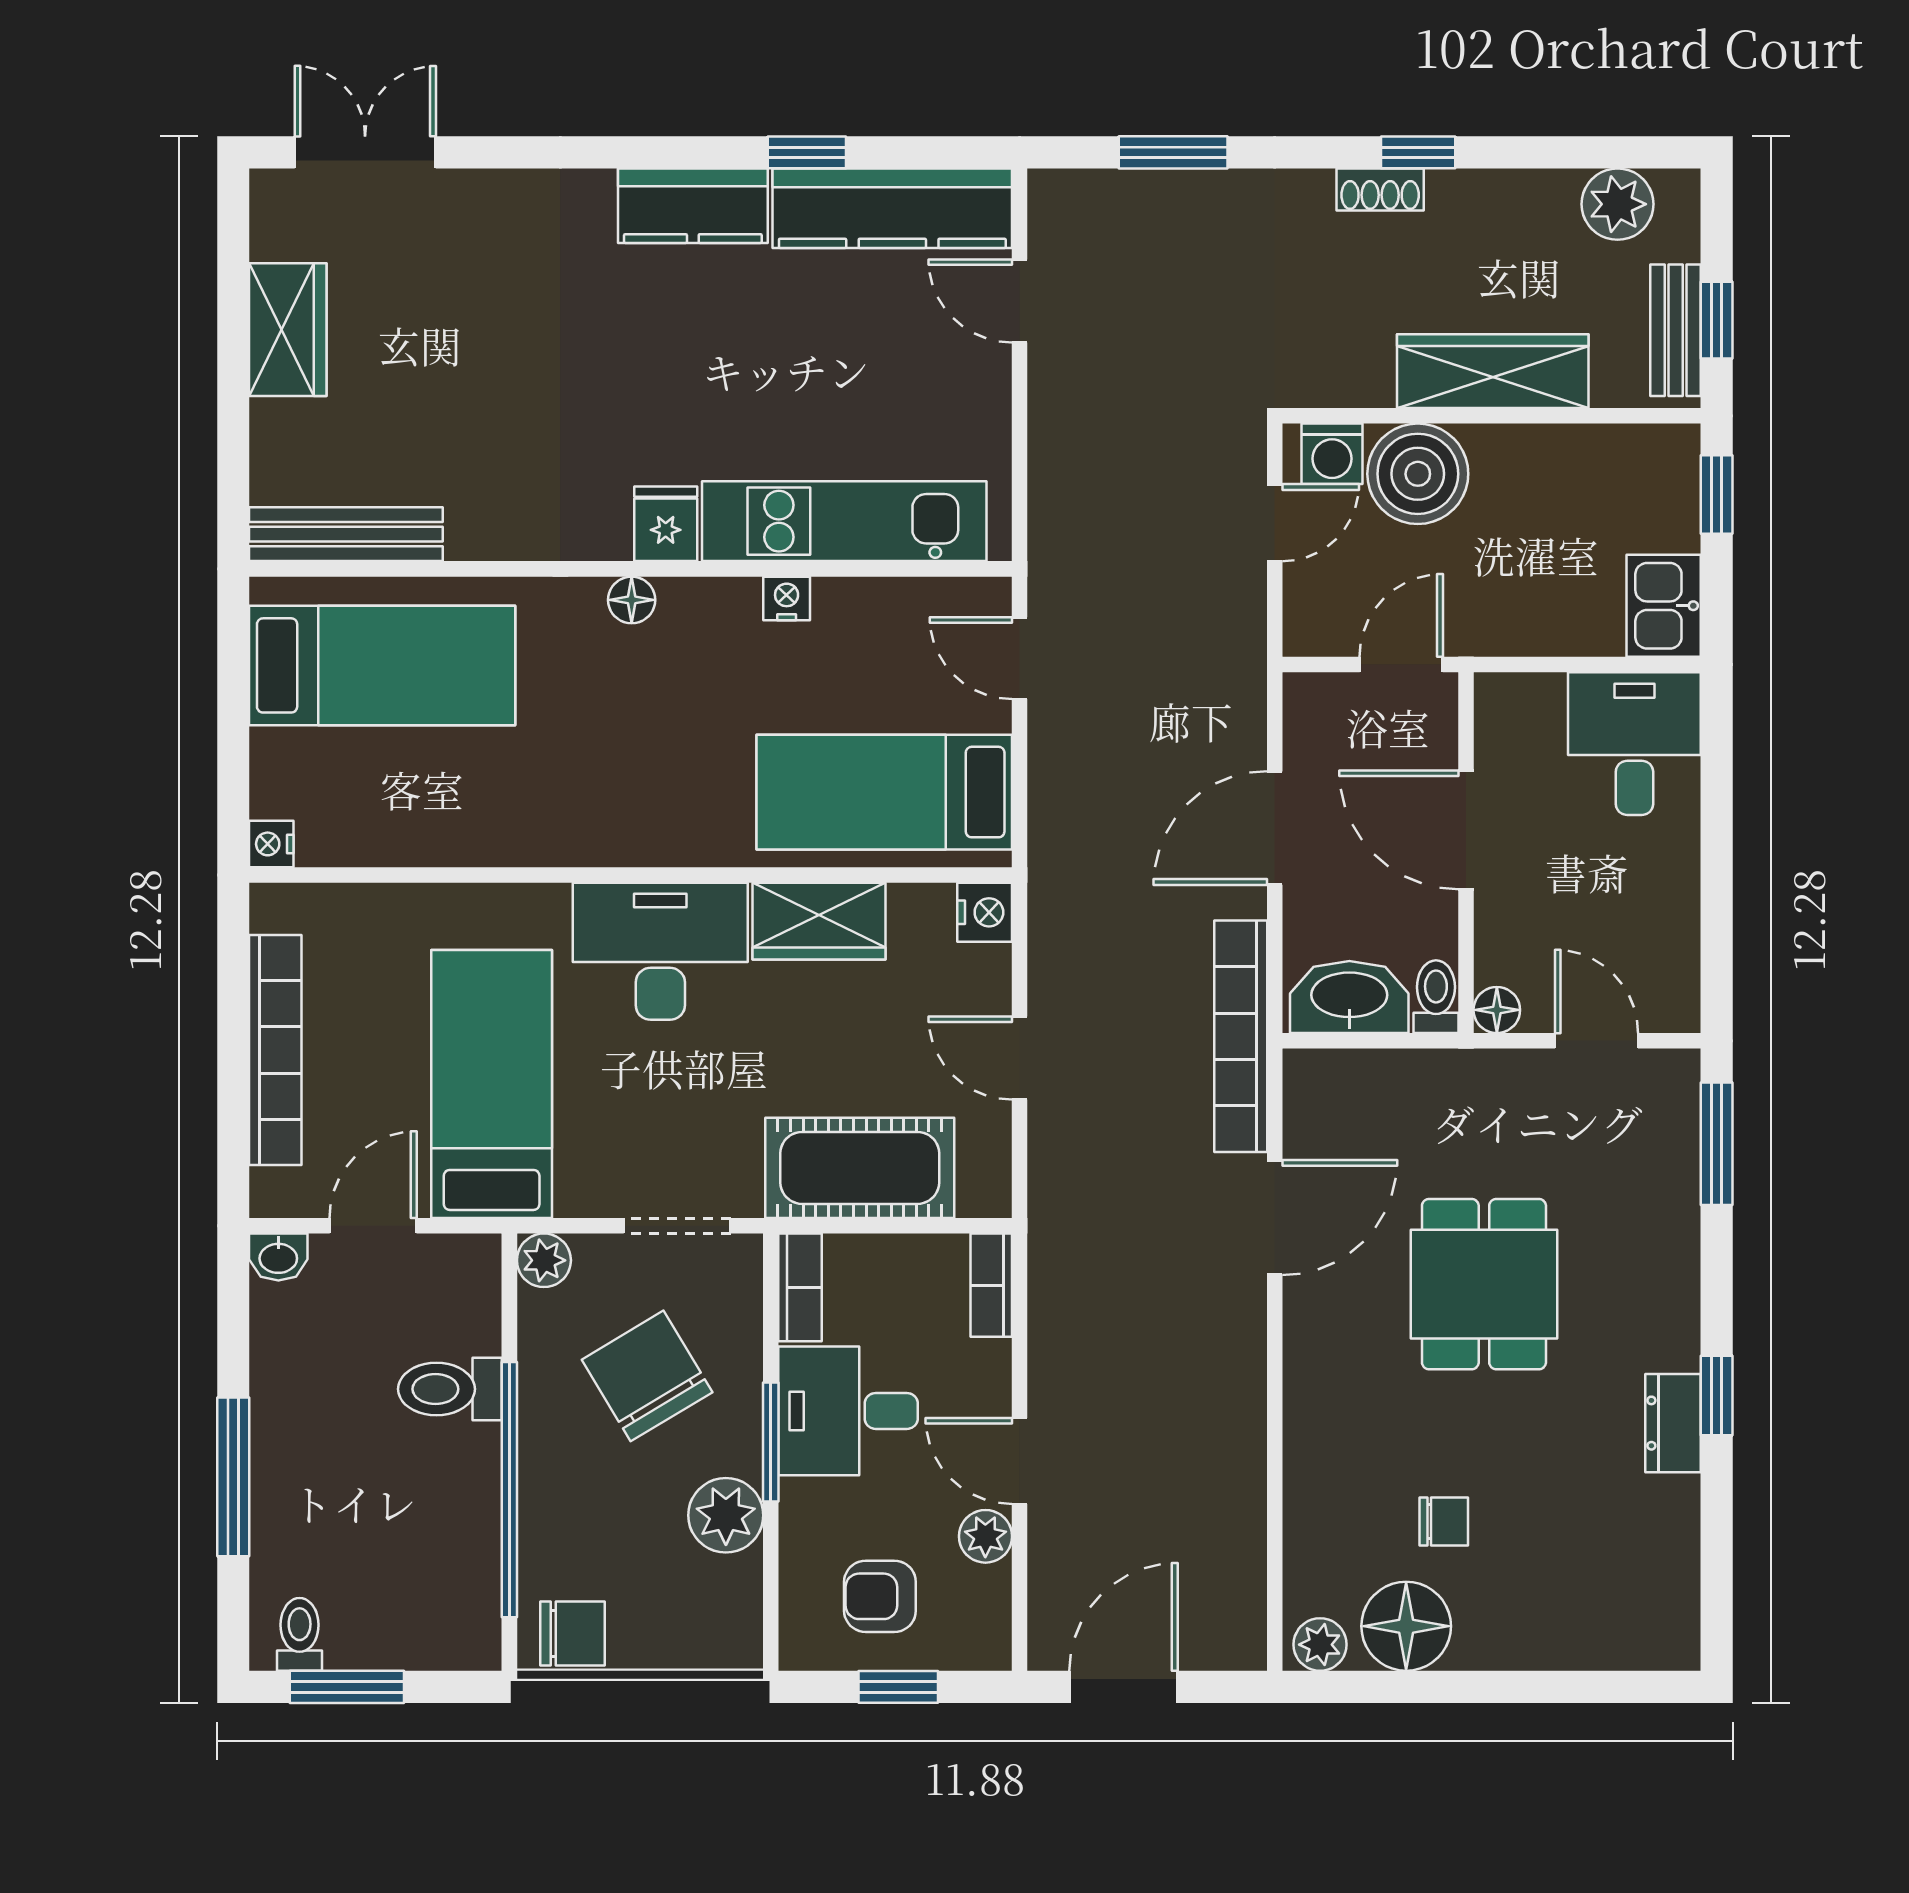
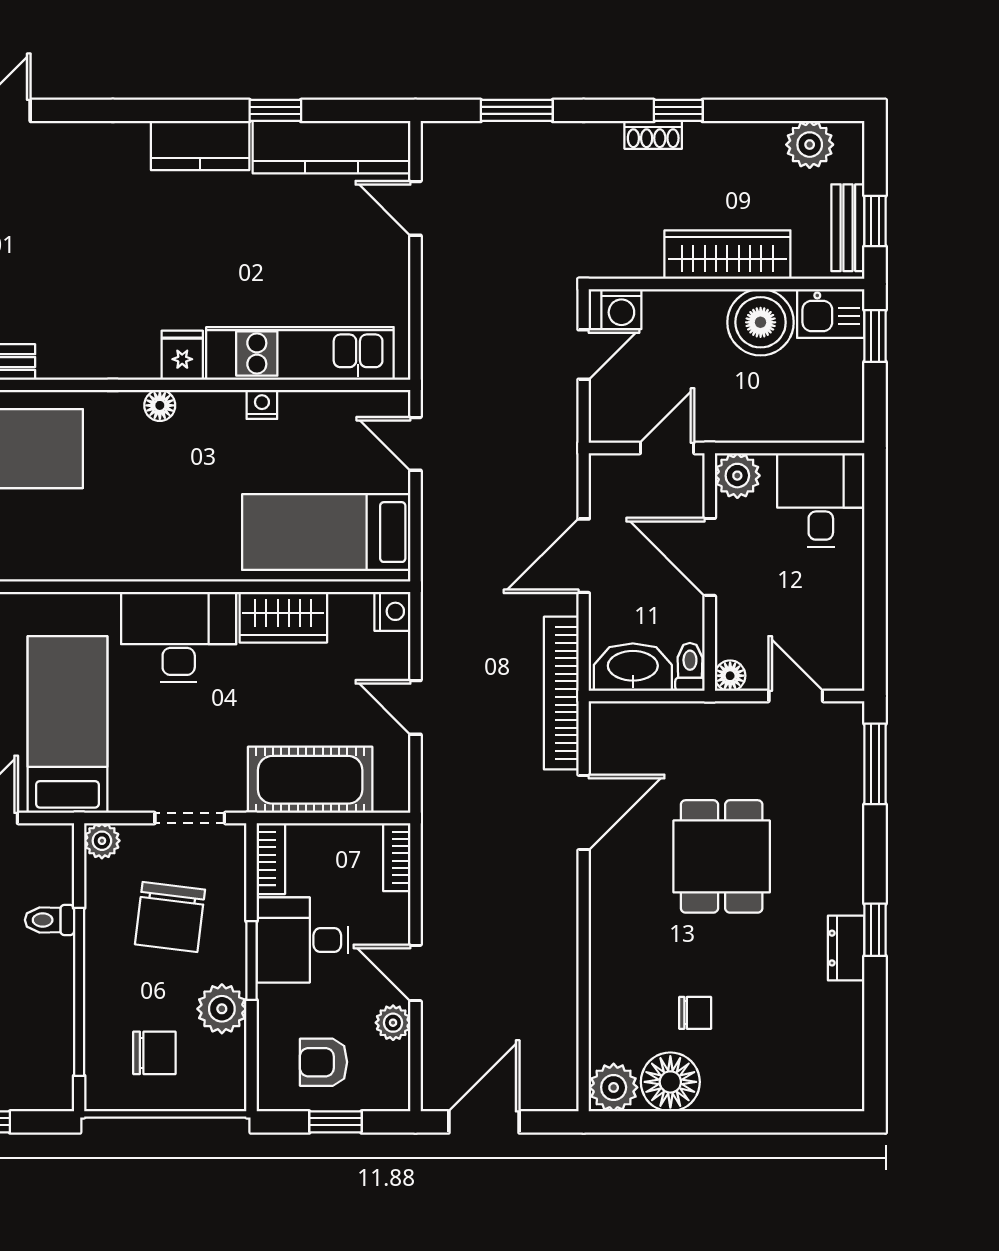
boiler: (1418, 474) -> (761, 322), moved
kitchen sink: (1664, 606) -> (831, 314), moved, turned -90
plant: (1508, 706) -> (737, 476), added
chair: (647, 1376) -> (170, 917), turned -142
toilet: (450, 1389) -> (49, 920), width x0.73, depth x0.72
chair: (573, 1634) -> (154, 1053), moved
plant: (1320, 1645) -> (614, 1087), width x1.38, depth x1.38

